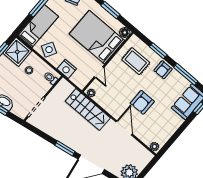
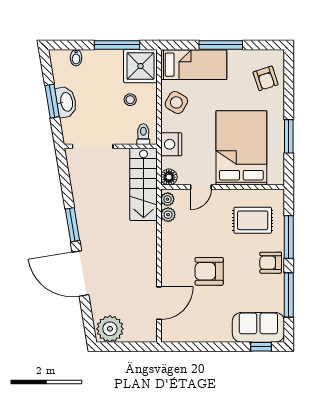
floor lamp: (125, 32) -> (169, 177), moved
window: (158, 51) -> (289, 237), width x1.44
rug: (136, 61) -> (253, 220), turned 90
stairs: (88, 110) -> (144, 184), moved
door: (124, 128) -> (159, 303), moved
plant: (155, 146) -> (168, 215), moved

